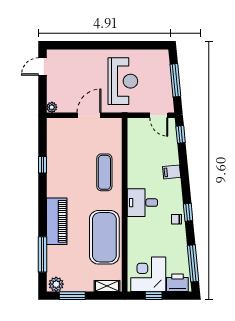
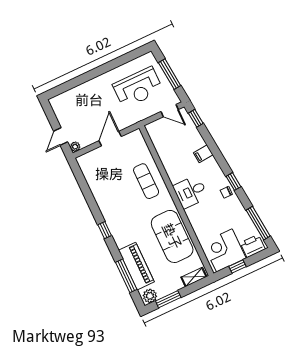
door: (42, 66) -> (61, 137), moved
reception desk: (123, 81) -> (138, 87), moved, turned 90
window: (42, 165) -> (105, 230), moved
piano: (57, 221) -> (136, 266), moved

